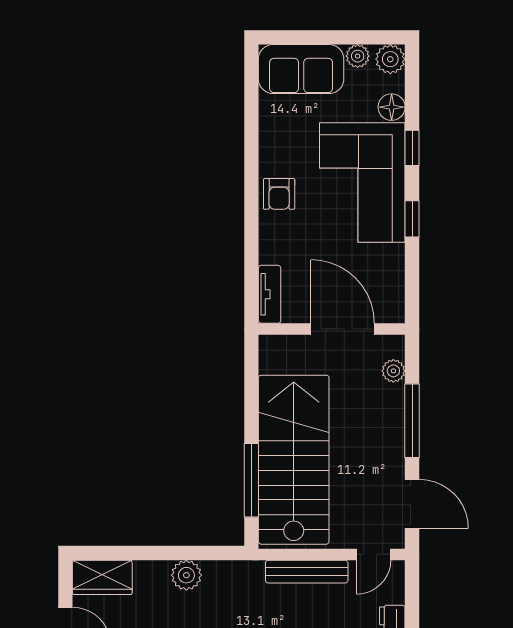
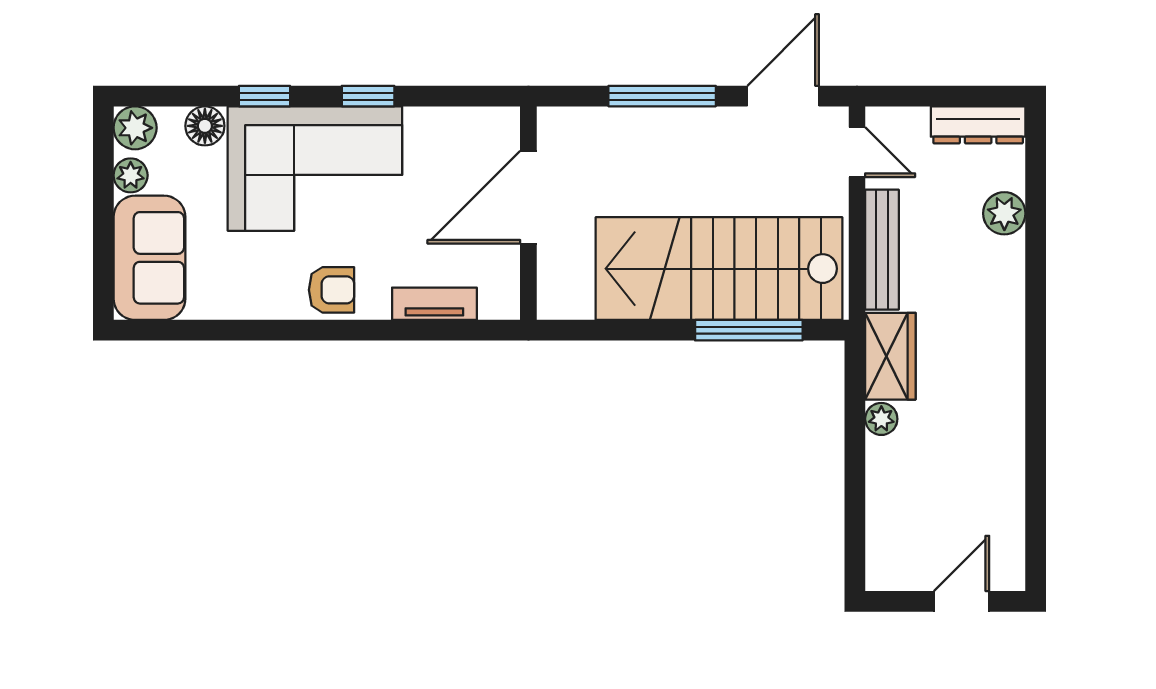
tv unit: (270, 294) -> (434, 304), moved
plant: (393, 371) -> (589, 123), removed
plant: (186, 575) -> (881, 419), width x0.73, depth x0.73
wardrobe: (102, 577) -> (890, 356), moved

